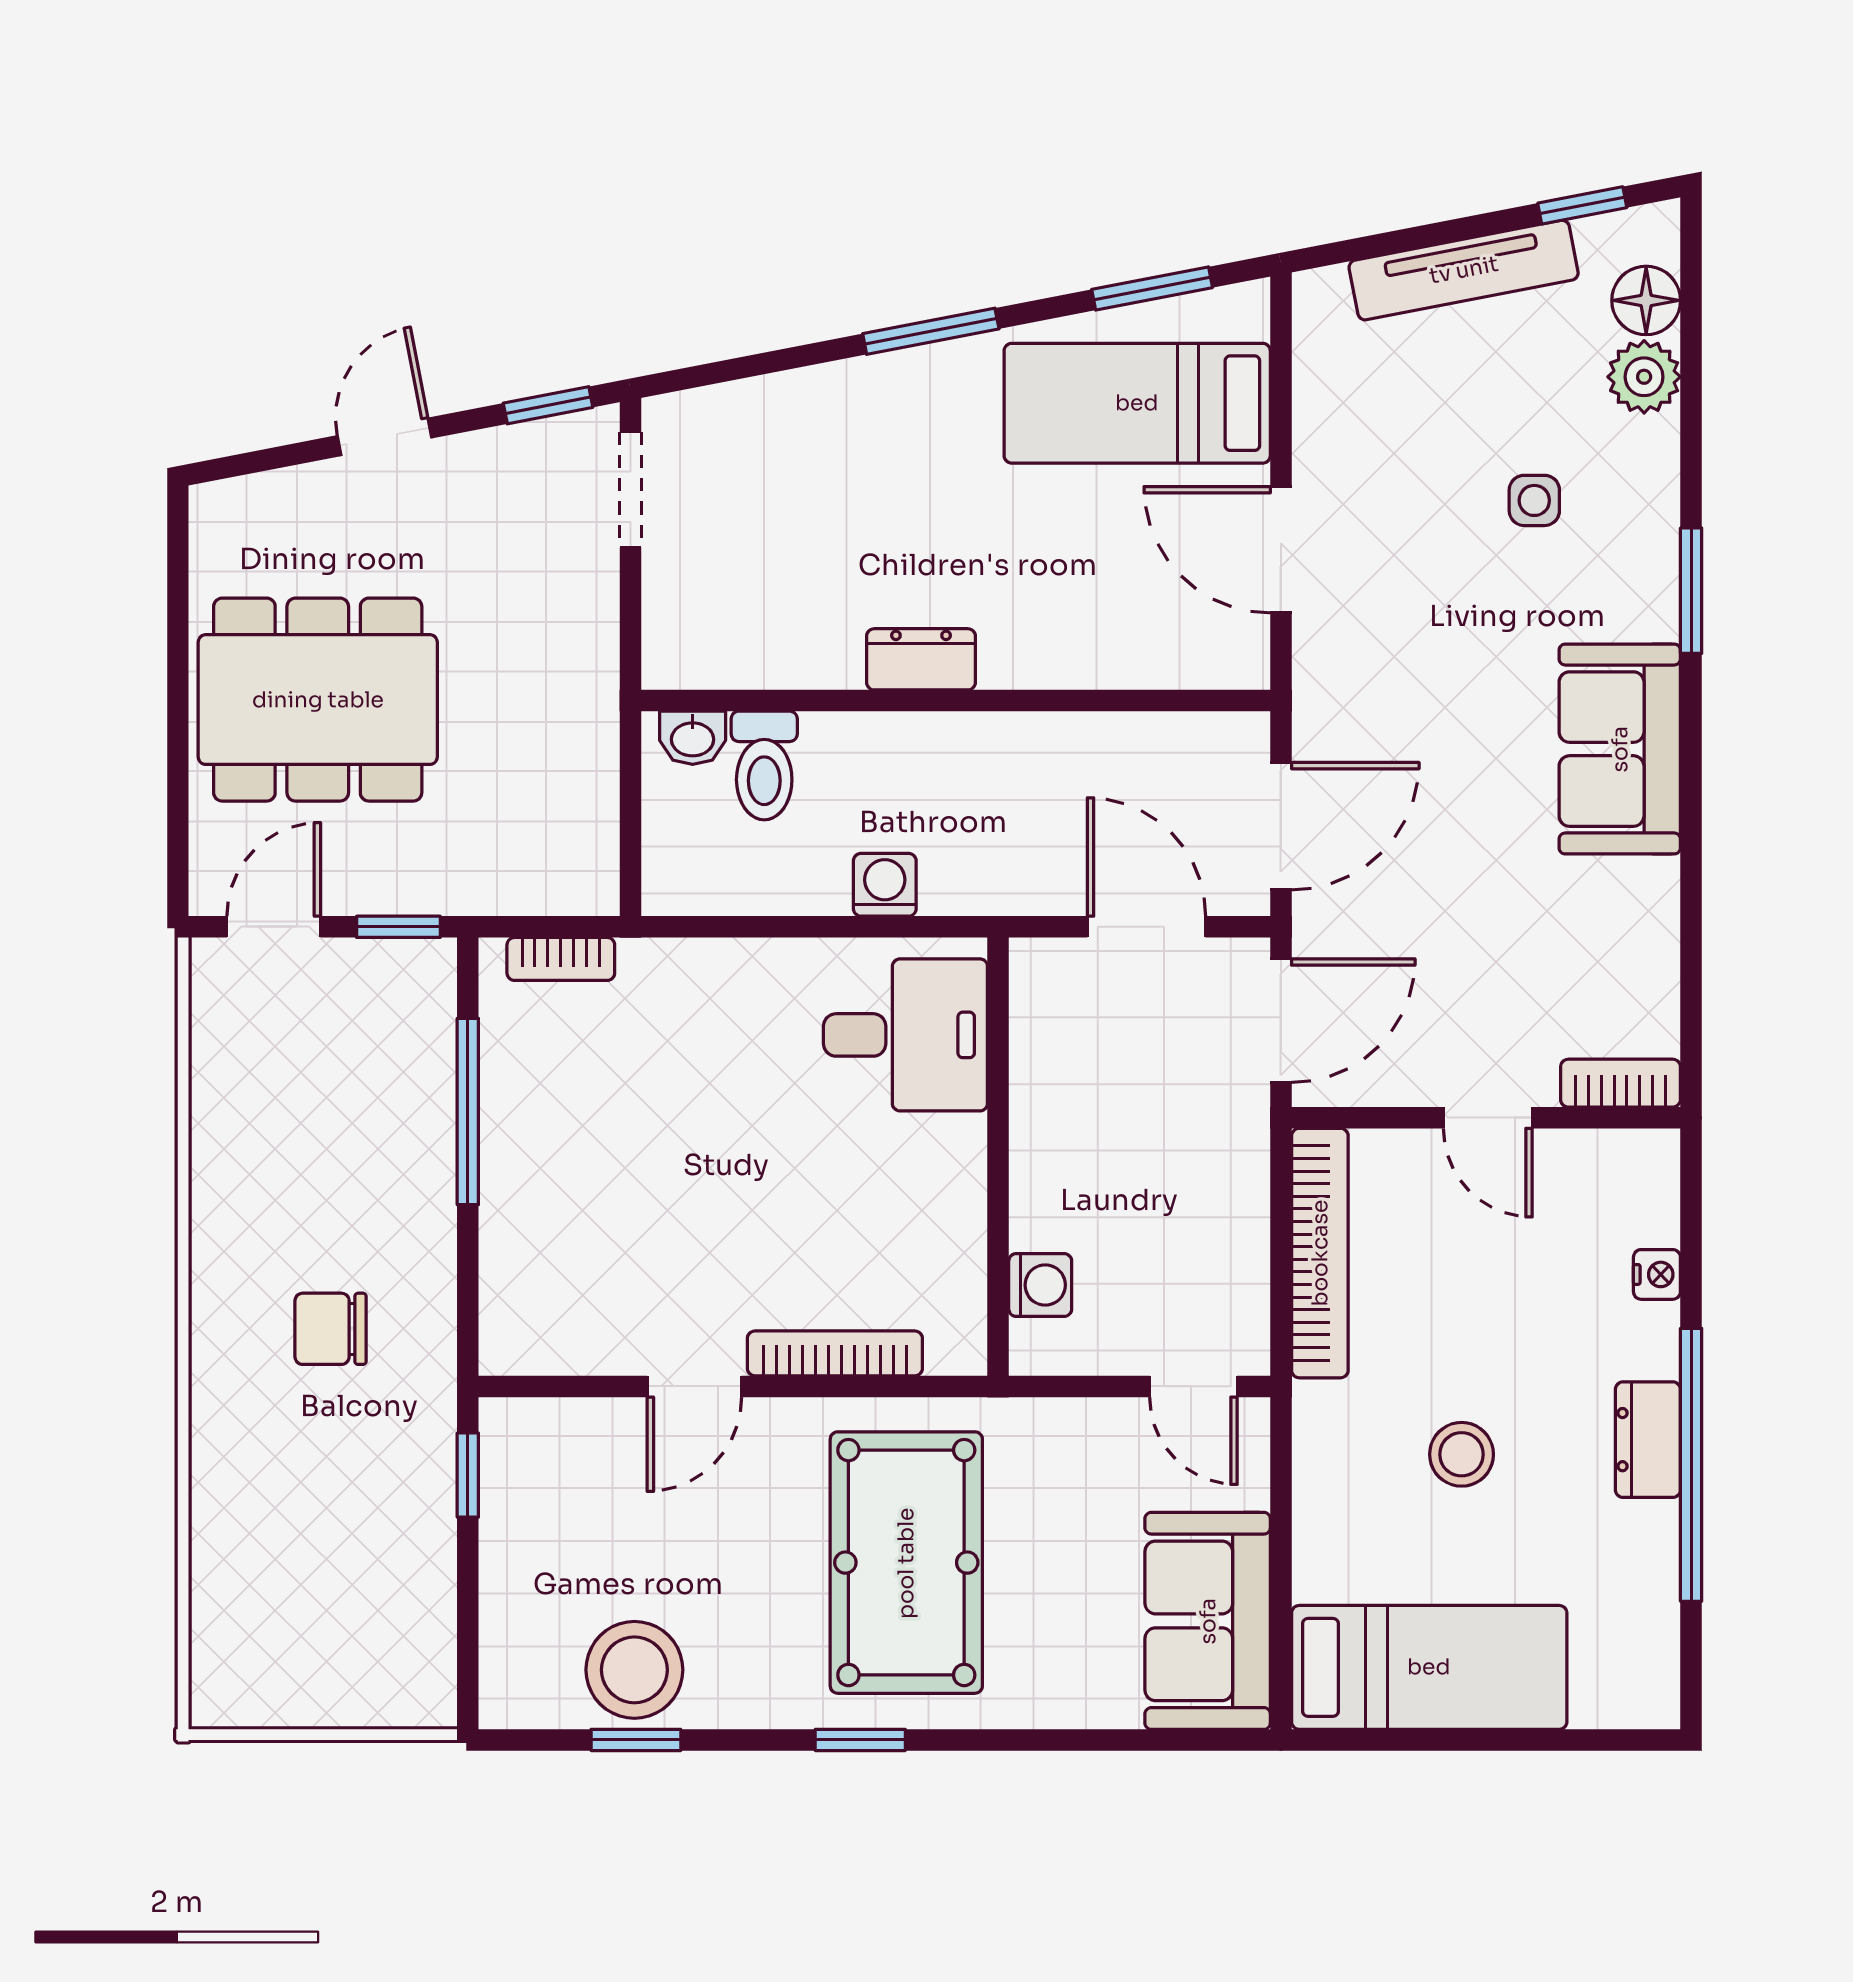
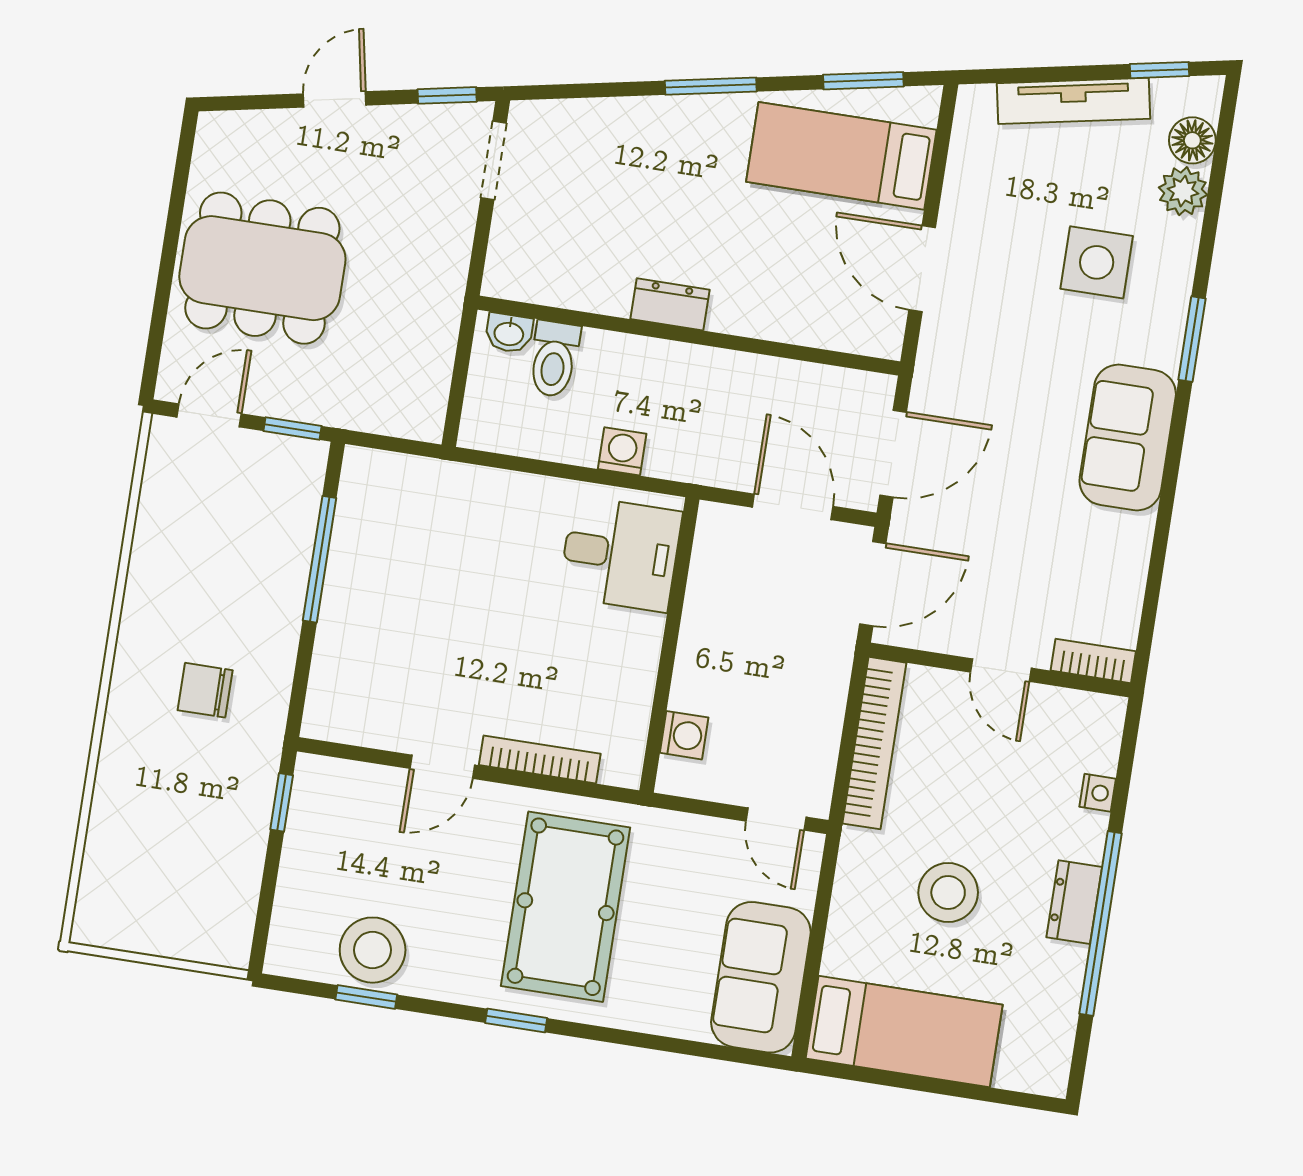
side table: (1534, 500) -> (1097, 262), width x1.87, depth x1.87
bookcase: (561, 959) -> (398, 467), removed
stool: (1462, 1454) -> (948, 892), width x1.38, depth x1.38

